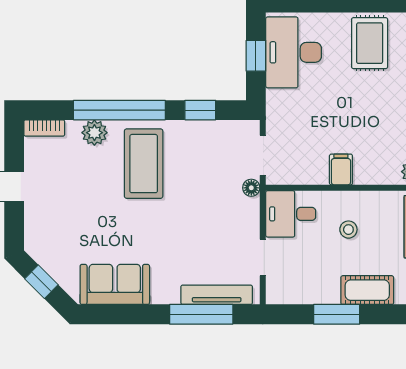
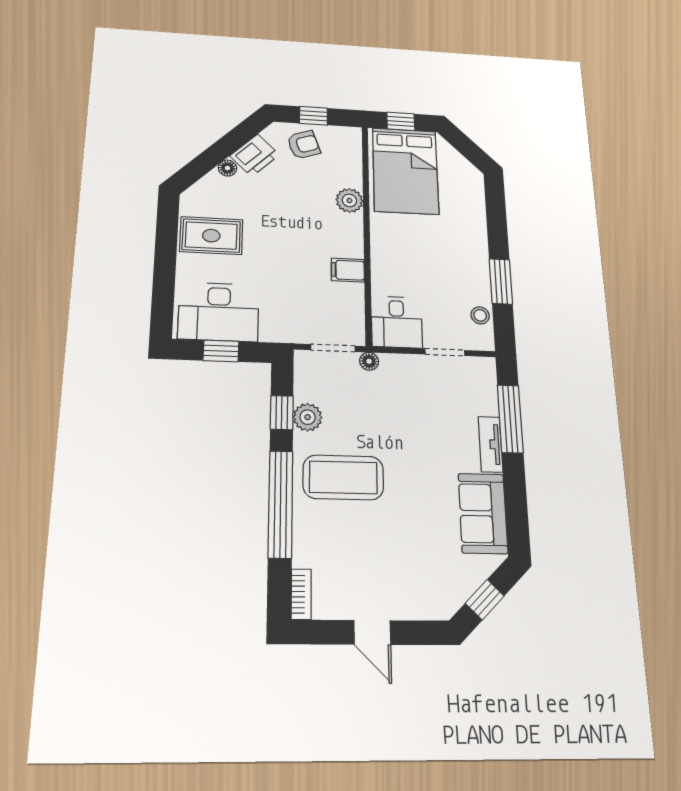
plant: (94, 133) -> (308, 417), moved
stool: (348, 230) -> (480, 315), moved
cot: (367, 290) -> (474, 251), removed
tv unit: (217, 295) -> (491, 444), moved, width x0.71

